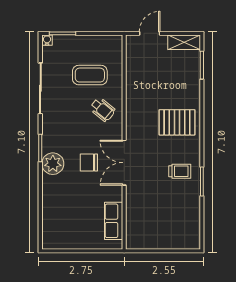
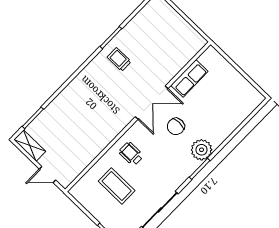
wheelchair: (102, 110) -> (131, 154), turned -39
pallet: (177, 122) -> (88, 95), removed
chair: (89, 162) -> (176, 126), turned 90
row of seats: (114, 221) -> (189, 78), moved

